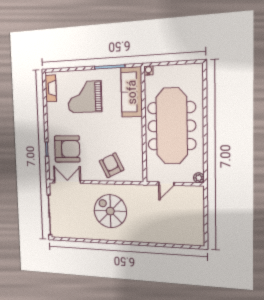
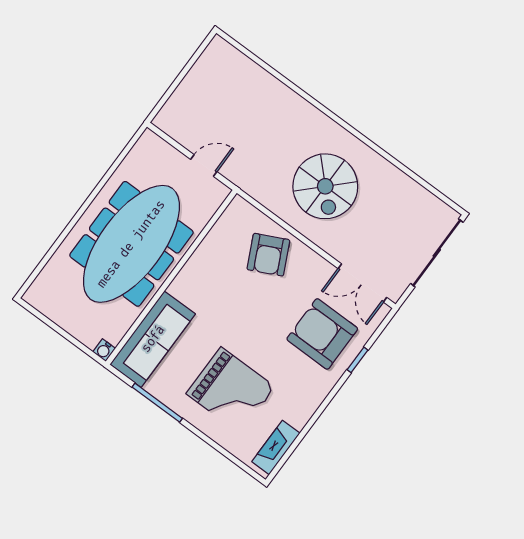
plant: (199, 178) -> (149, 140), removed

